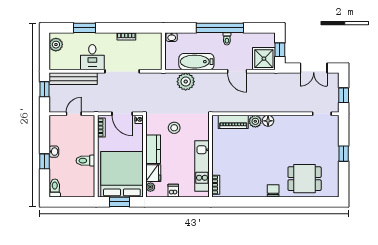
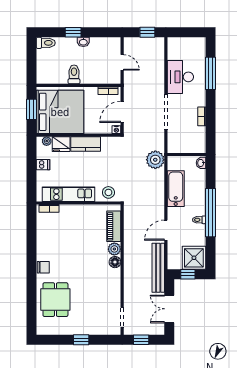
window: (84, 28) -> (210, 73), width x1.44
plant: (56, 45) -> (193, 44), removed
desk: (92, 57) -> (180, 77), width x1.37
shower: (264, 59) -> (194, 258), moved
bench: (73, 79) -> (158, 268), moved
plant: (186, 82) -> (155, 160), moved
stool: (174, 128) -> (108, 192), moved

